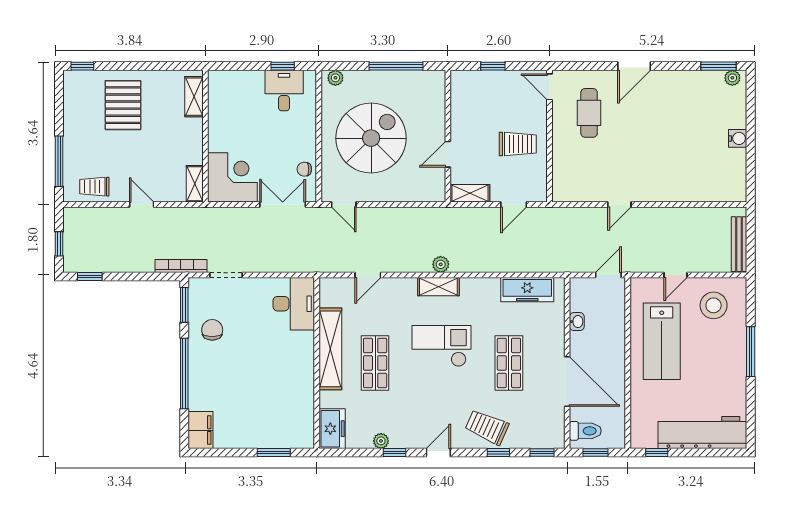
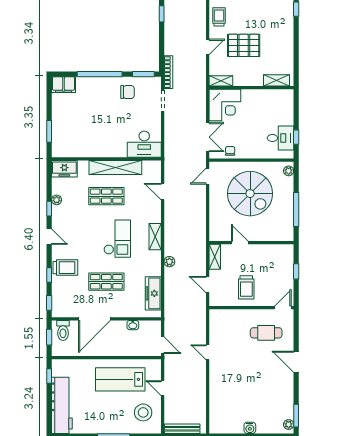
pallet: (123, 105) -> (244, 45), moved
plant: (441, 264) -> (169, 262), moved
trolley: (487, 427) -> (65, 268), turned 66

